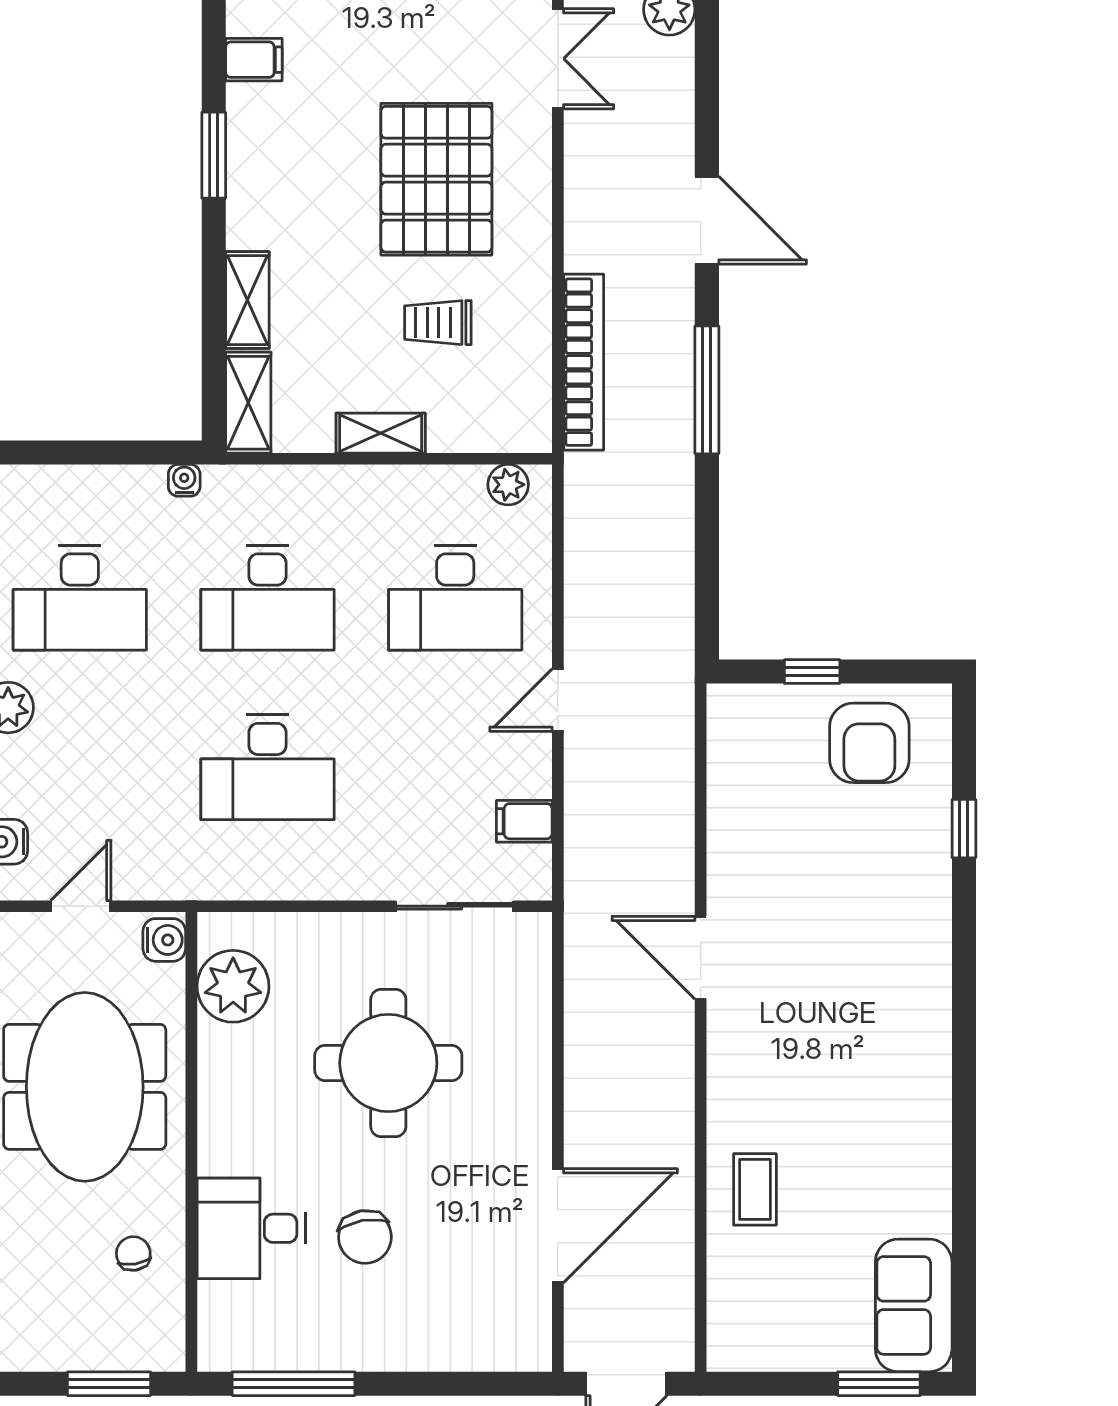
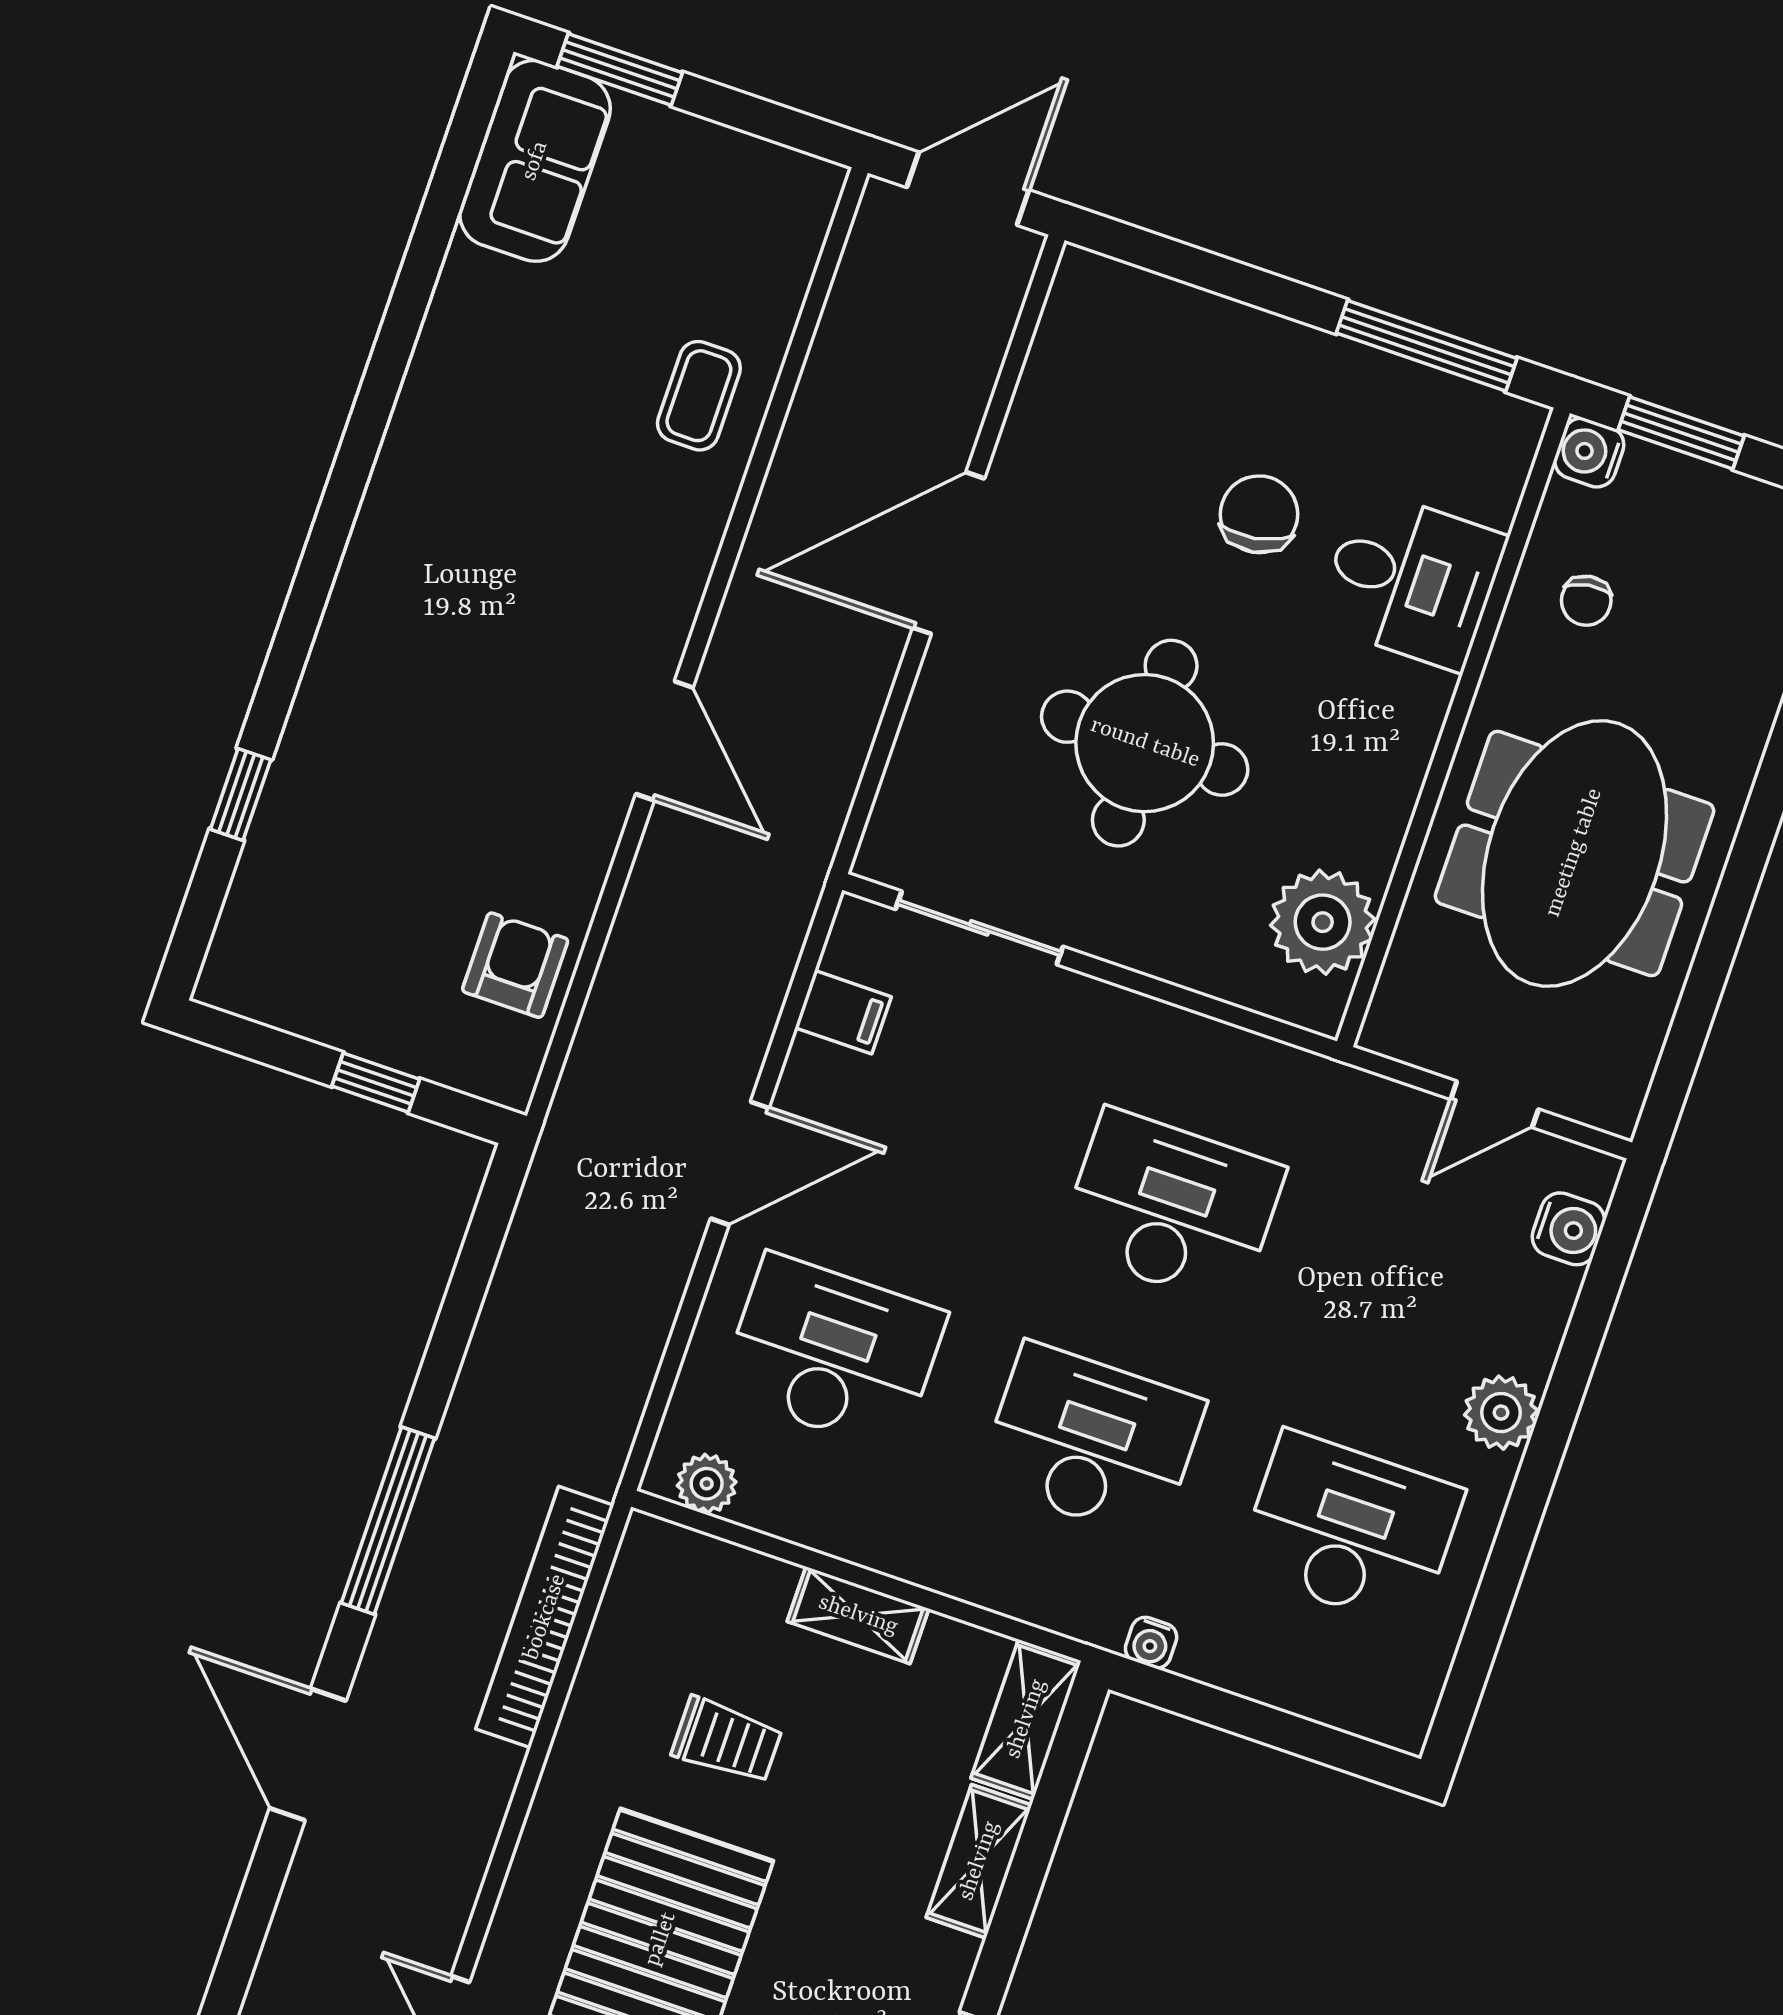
door: (558, 700) -> (740, 1163), width x1.37
armchair: (869, 743) -> (515, 965), moved, width x0.72, depth x0.72
water cooler: (164, 940) -> (1589, 453), moved
door: (558, 1226) -> (949, 553), moved

